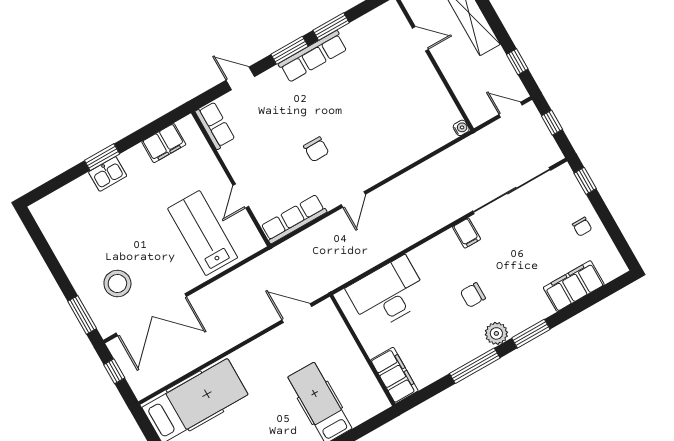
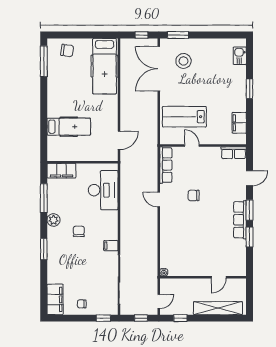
kitchen sink: (108, 174) -> (240, 56), moved
lab bench: (203, 233) -> (184, 117), turned 180
filing cabinet: (574, 286) -> (55, 299), moved
plant: (496, 333) -> (54, 220), moved
window: (475, 366) -> (44, 198), moved

